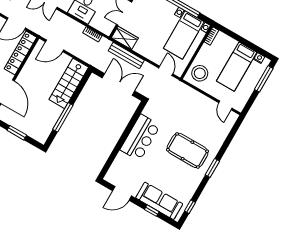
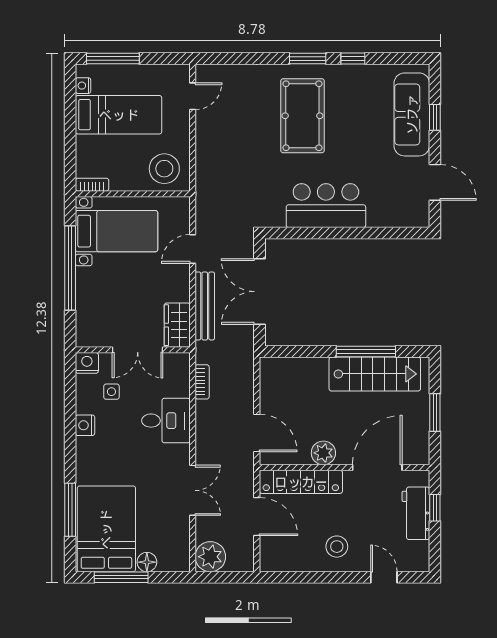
plant: (28, 71) -> (323, 453), added
door: (166, 71) -> (193, 249), moved
stairs: (69, 83) -> (375, 374), moved
window: (190, 207) -> (353, 59), moved

